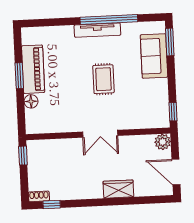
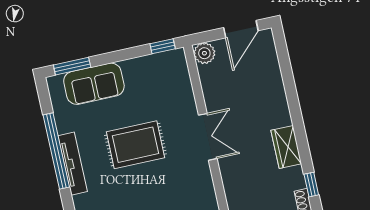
rug: (103, 79) -> (135, 145), width x1.36, depth x1.43
wardrobe: (118, 189) -> (286, 147), moved

